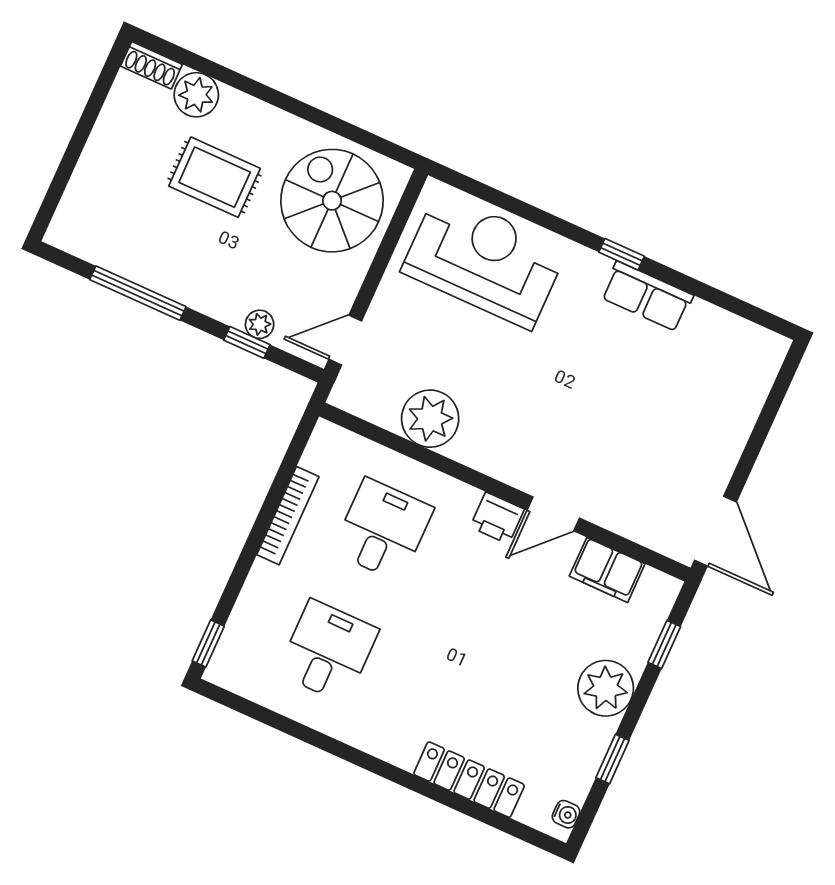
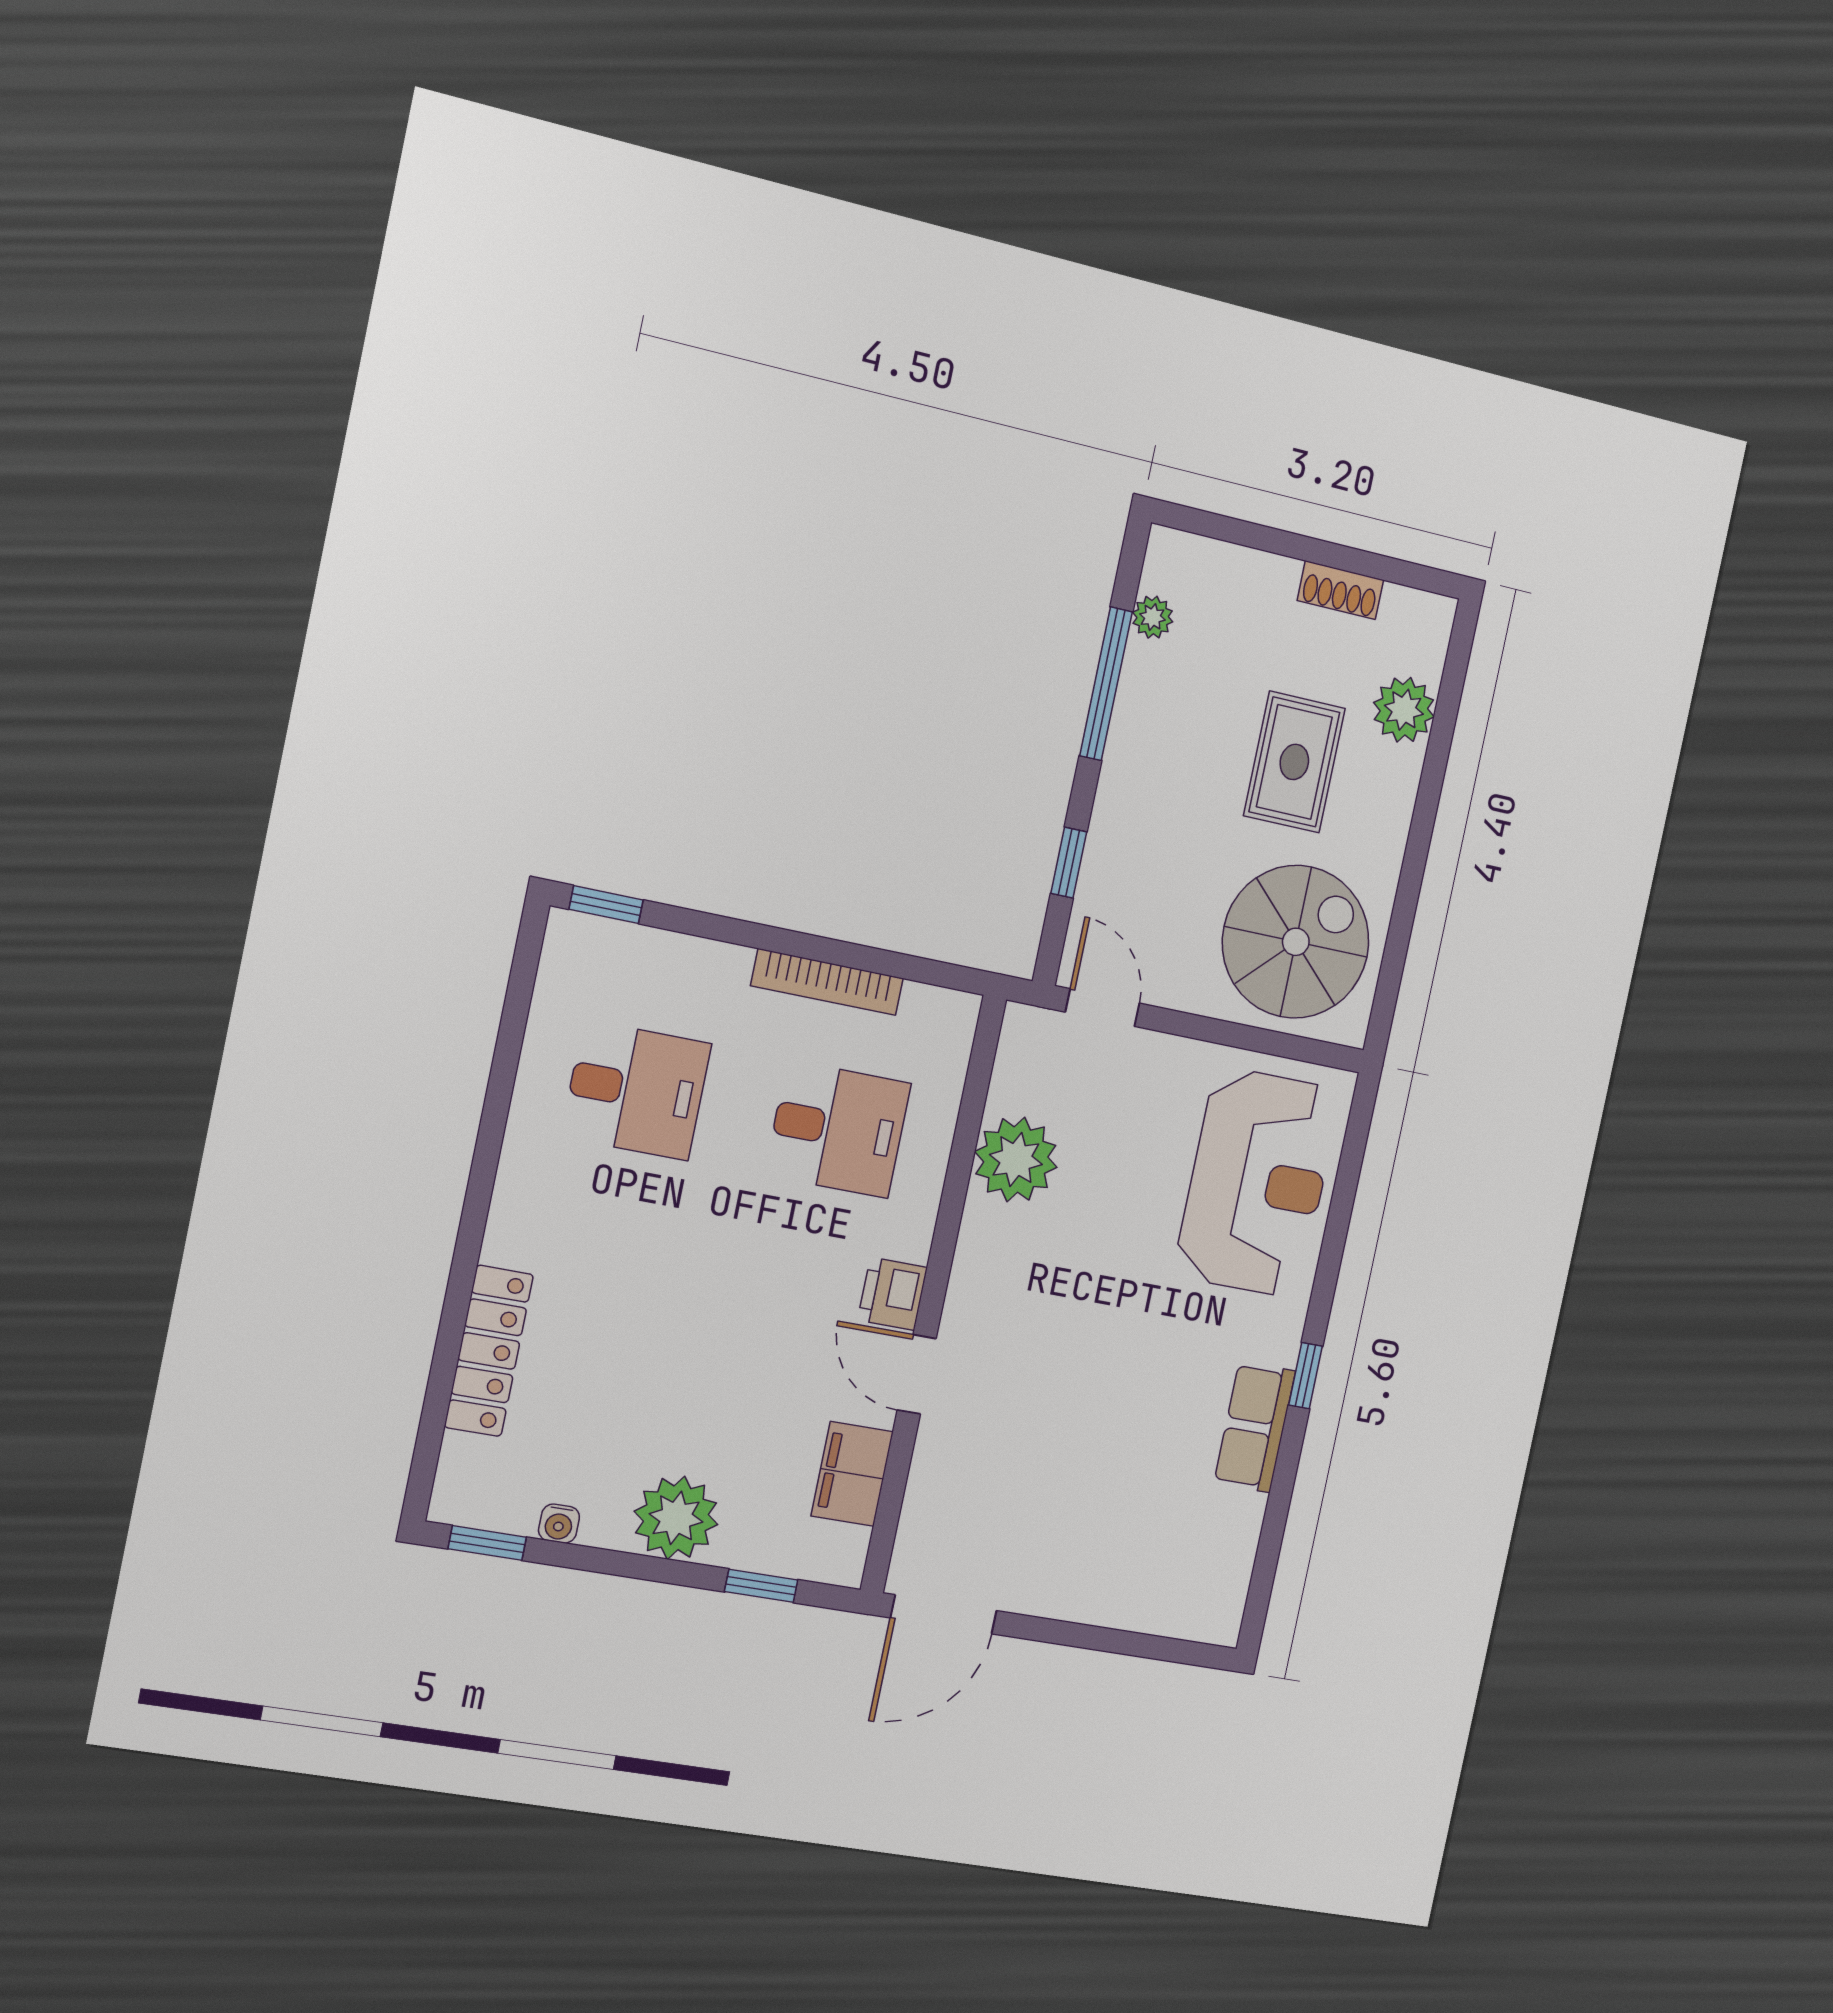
shoe rack: (151, 65) -> (1340, 590), moved, turned -90
plant: (260, 324) -> (1153, 617), moved
window: (612, 759) -> (487, 1543), moved
water cooler: (566, 814) -> (559, 1524), moved

